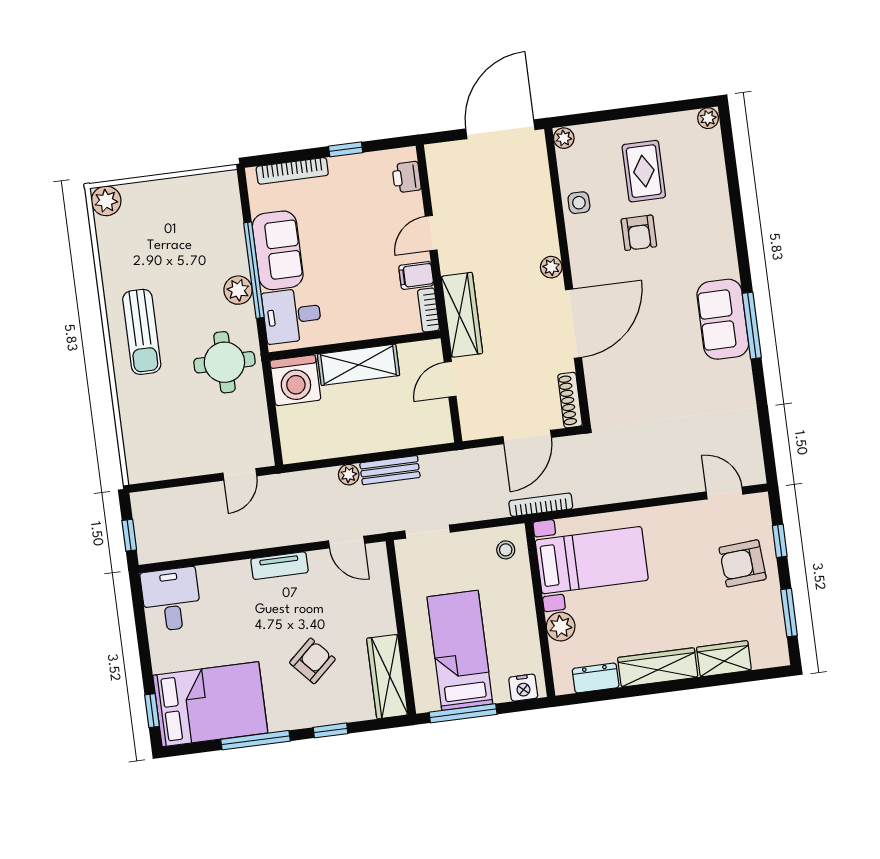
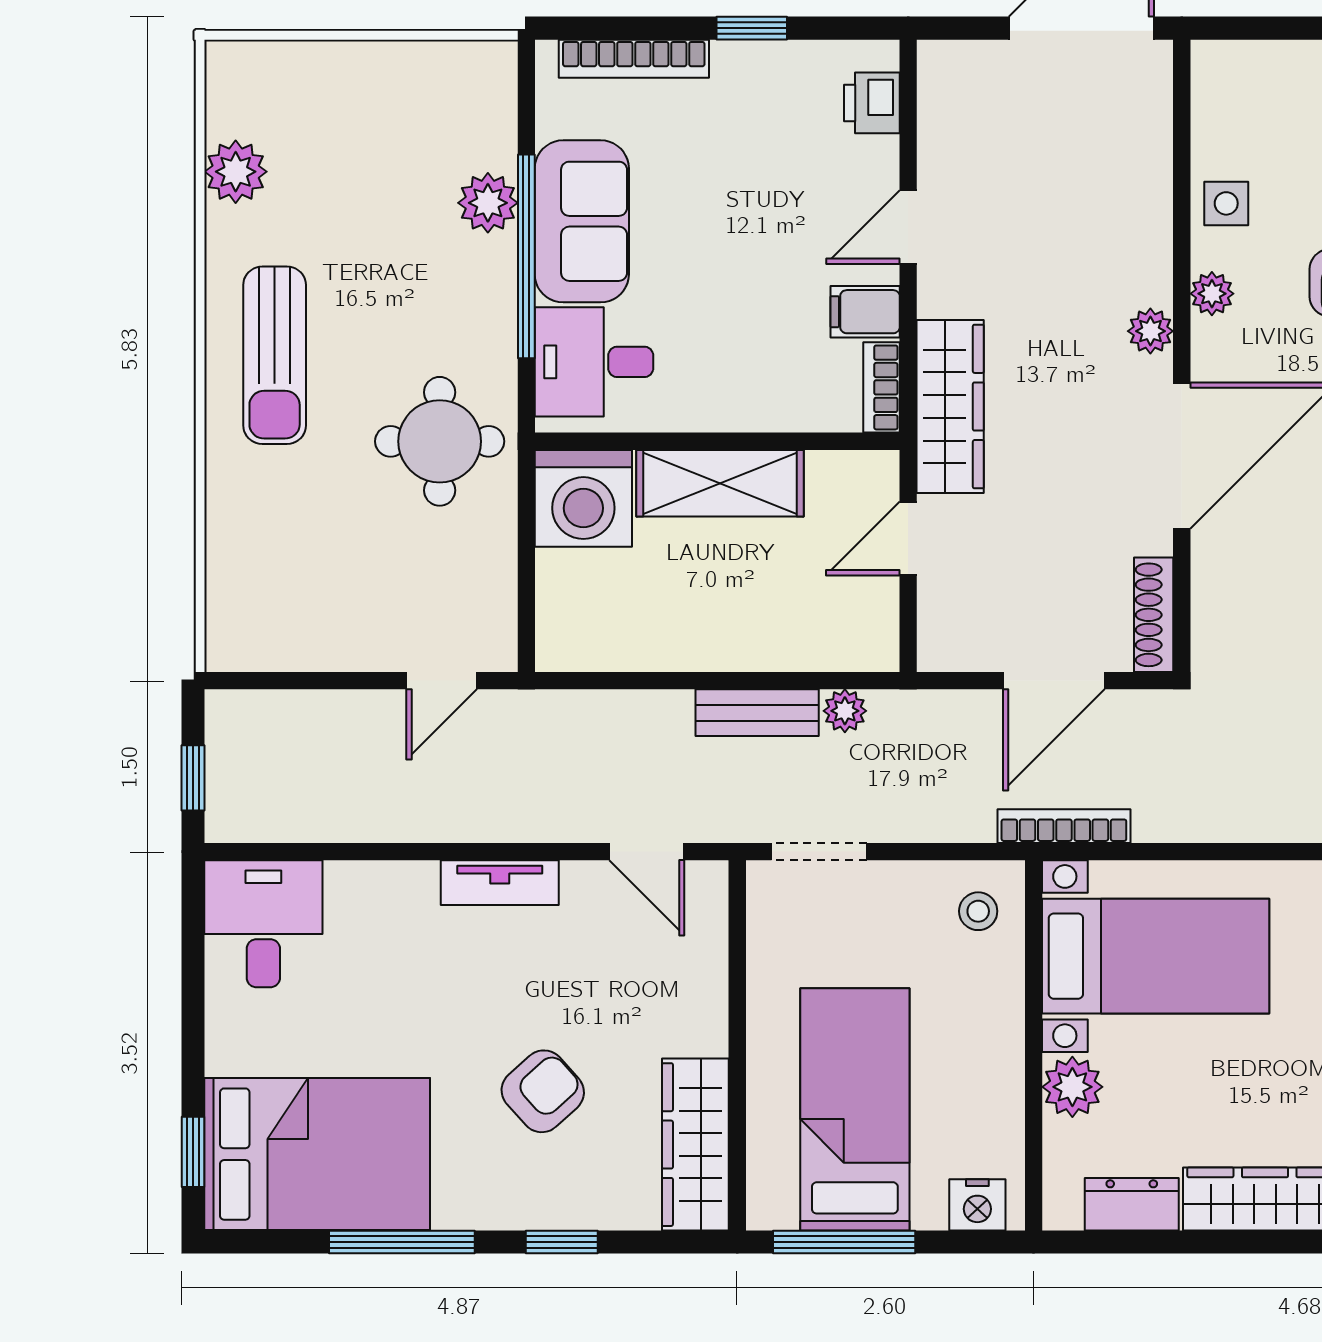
plant: (564, 138) -> (1212, 294), moved
plant: (106, 201) -> (236, 172), moved
plant: (238, 290) -> (488, 203), moved
plant: (349, 475) -> (845, 711), moved

